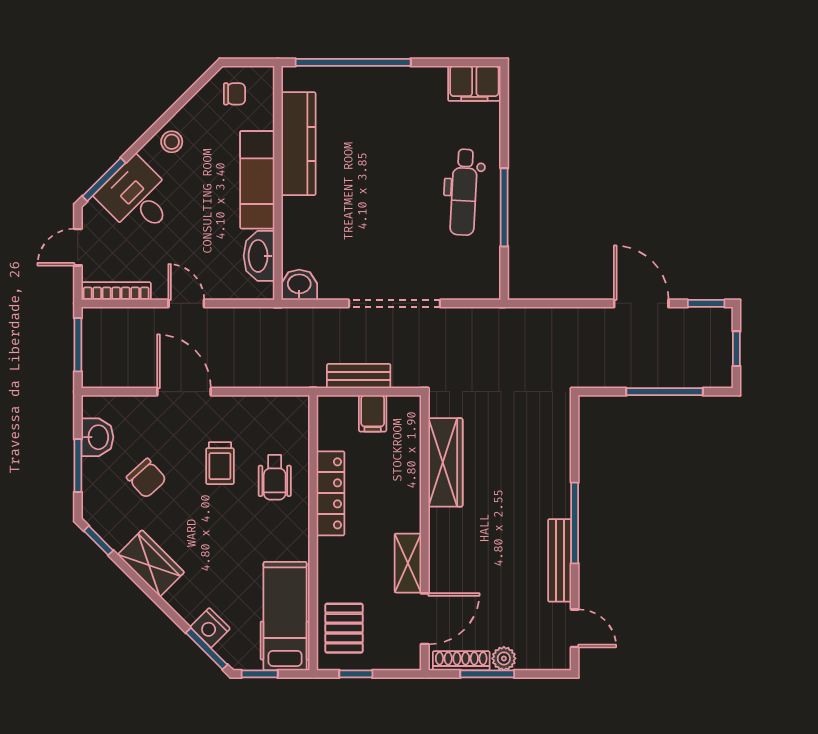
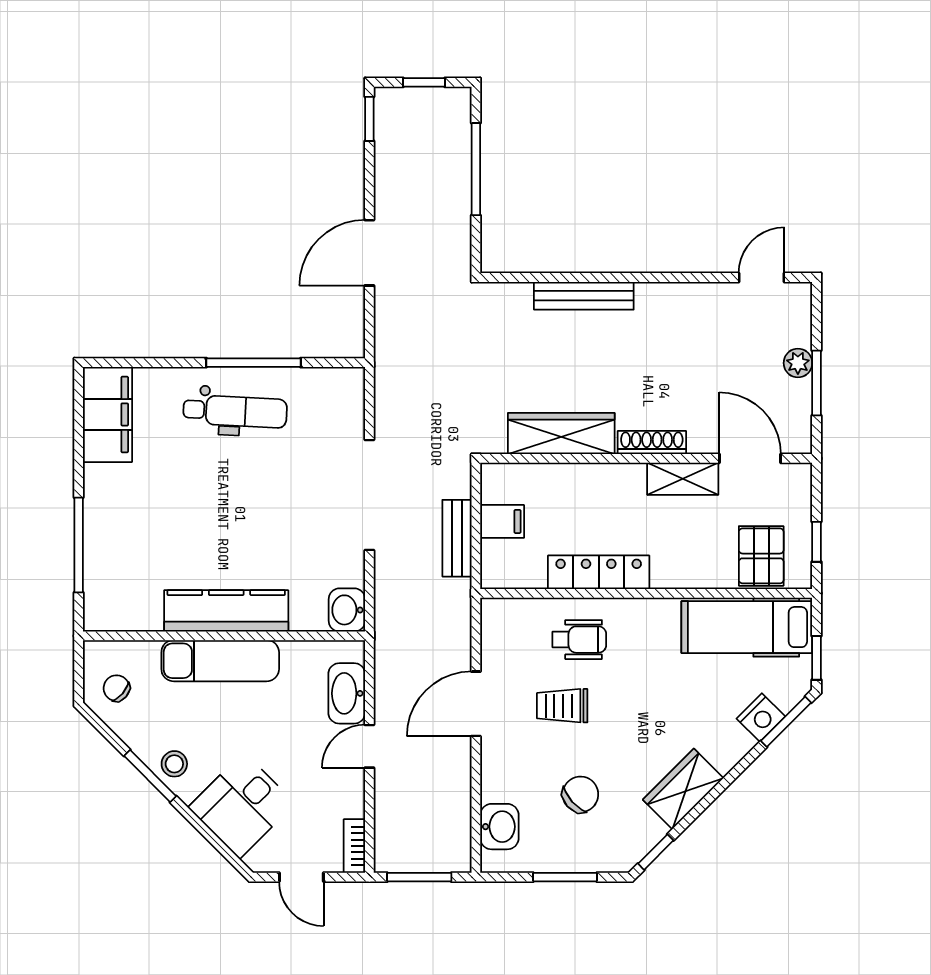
window: (353, 62) -> (79, 545), width x0.68
filing cabinet: (474, 83) -> (107, 414), width x1.50, depth x1.17
chair: (234, 94) -> (117, 688), turned -49
kitchen counter: (298, 144) -> (226, 611), moved
window: (104, 179) -> (150, 776), moved
washbasin: (259, 256) -> (347, 693), moved, turned 90
bookcase: (116, 291) -> (354, 846), width x0.64
door: (641, 303) -> (369, 253), moved
door: (184, 392) -> (476, 704), moved
washbasin: (97, 437) -> (499, 827), moved, turned 90
trolley: (220, 463) -> (562, 706), turned 180
window: (575, 523) -> (634, 278), removed
bench: (560, 560) -> (584, 296), moved
pallet: (344, 628) -> (761, 556), turned 90
shoe rack: (461, 661) -> (652, 443), moved, turned 90

